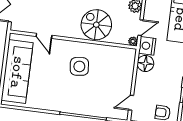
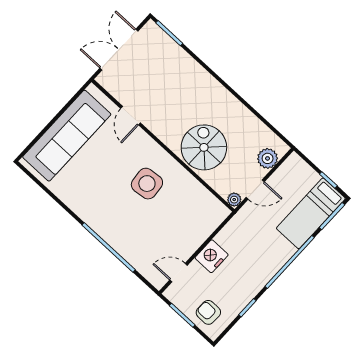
nightstand: (147, 46) -> (212, 256), moved
floor lamp: (145, 63) -> (230, 237), removed

